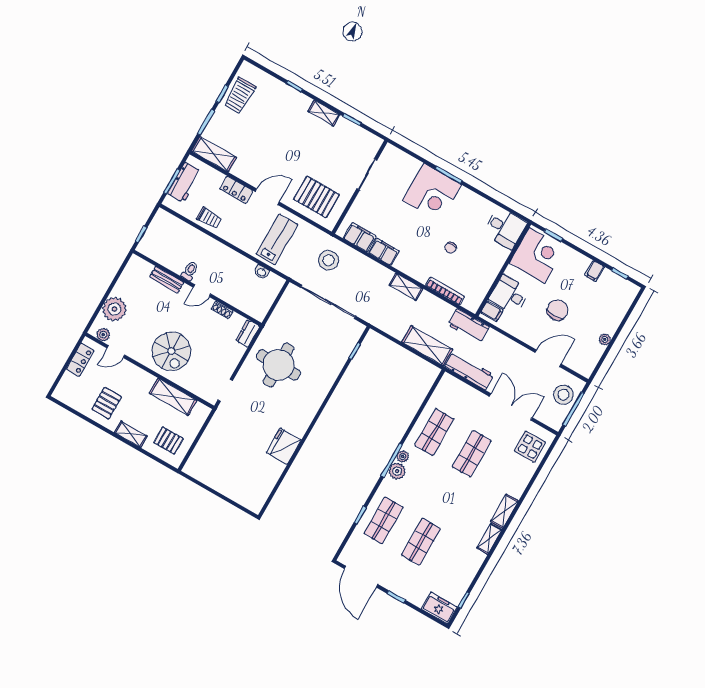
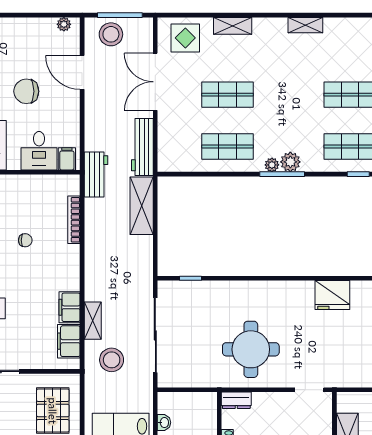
shelving: (406, 287) -> (93, 321), moved
plant: (605, 339) -> (64, 24), moved
shelving: (504, 511) -> (233, 26), moved

